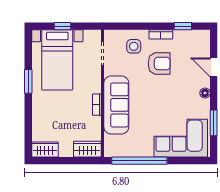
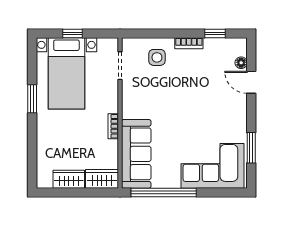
armchair: (159, 63) -> (187, 78), removed
floor lamp: (205, 93) -> (241, 63), moved
sofa: (116, 105) -> (136, 154), moved
wardrobe: (45, 149) -> (69, 179), moved

